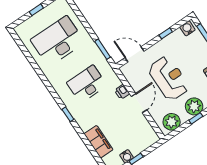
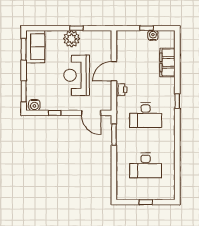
desk: (58, 41) -> (146, 165), width x0.73, depth x0.77
plant: (172, 122) -> (98, 39), removed

